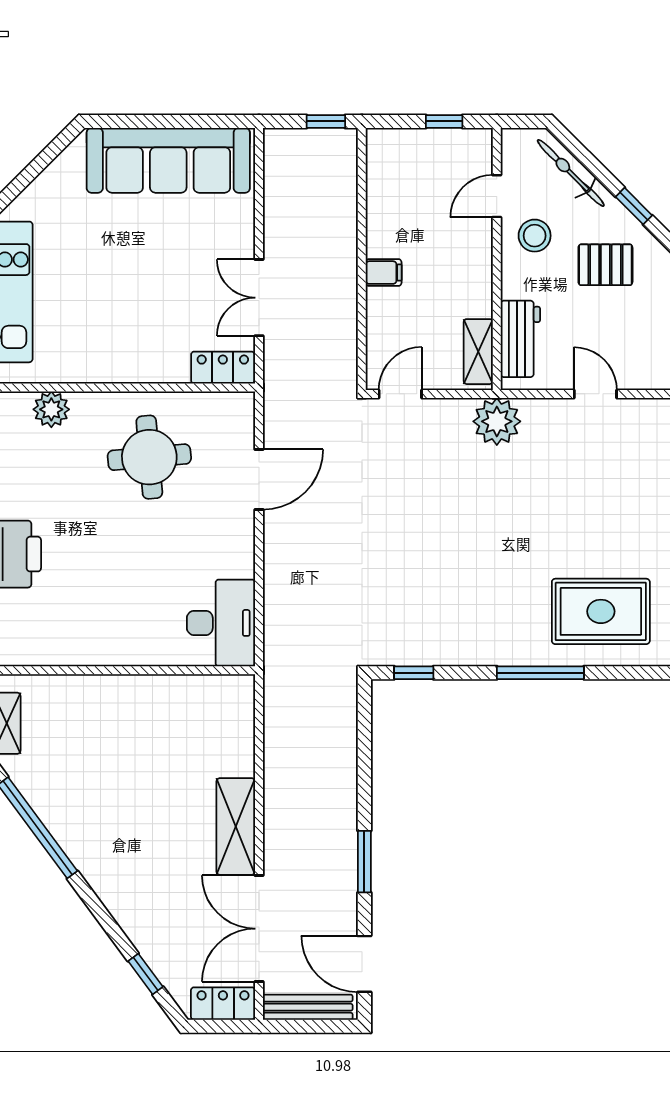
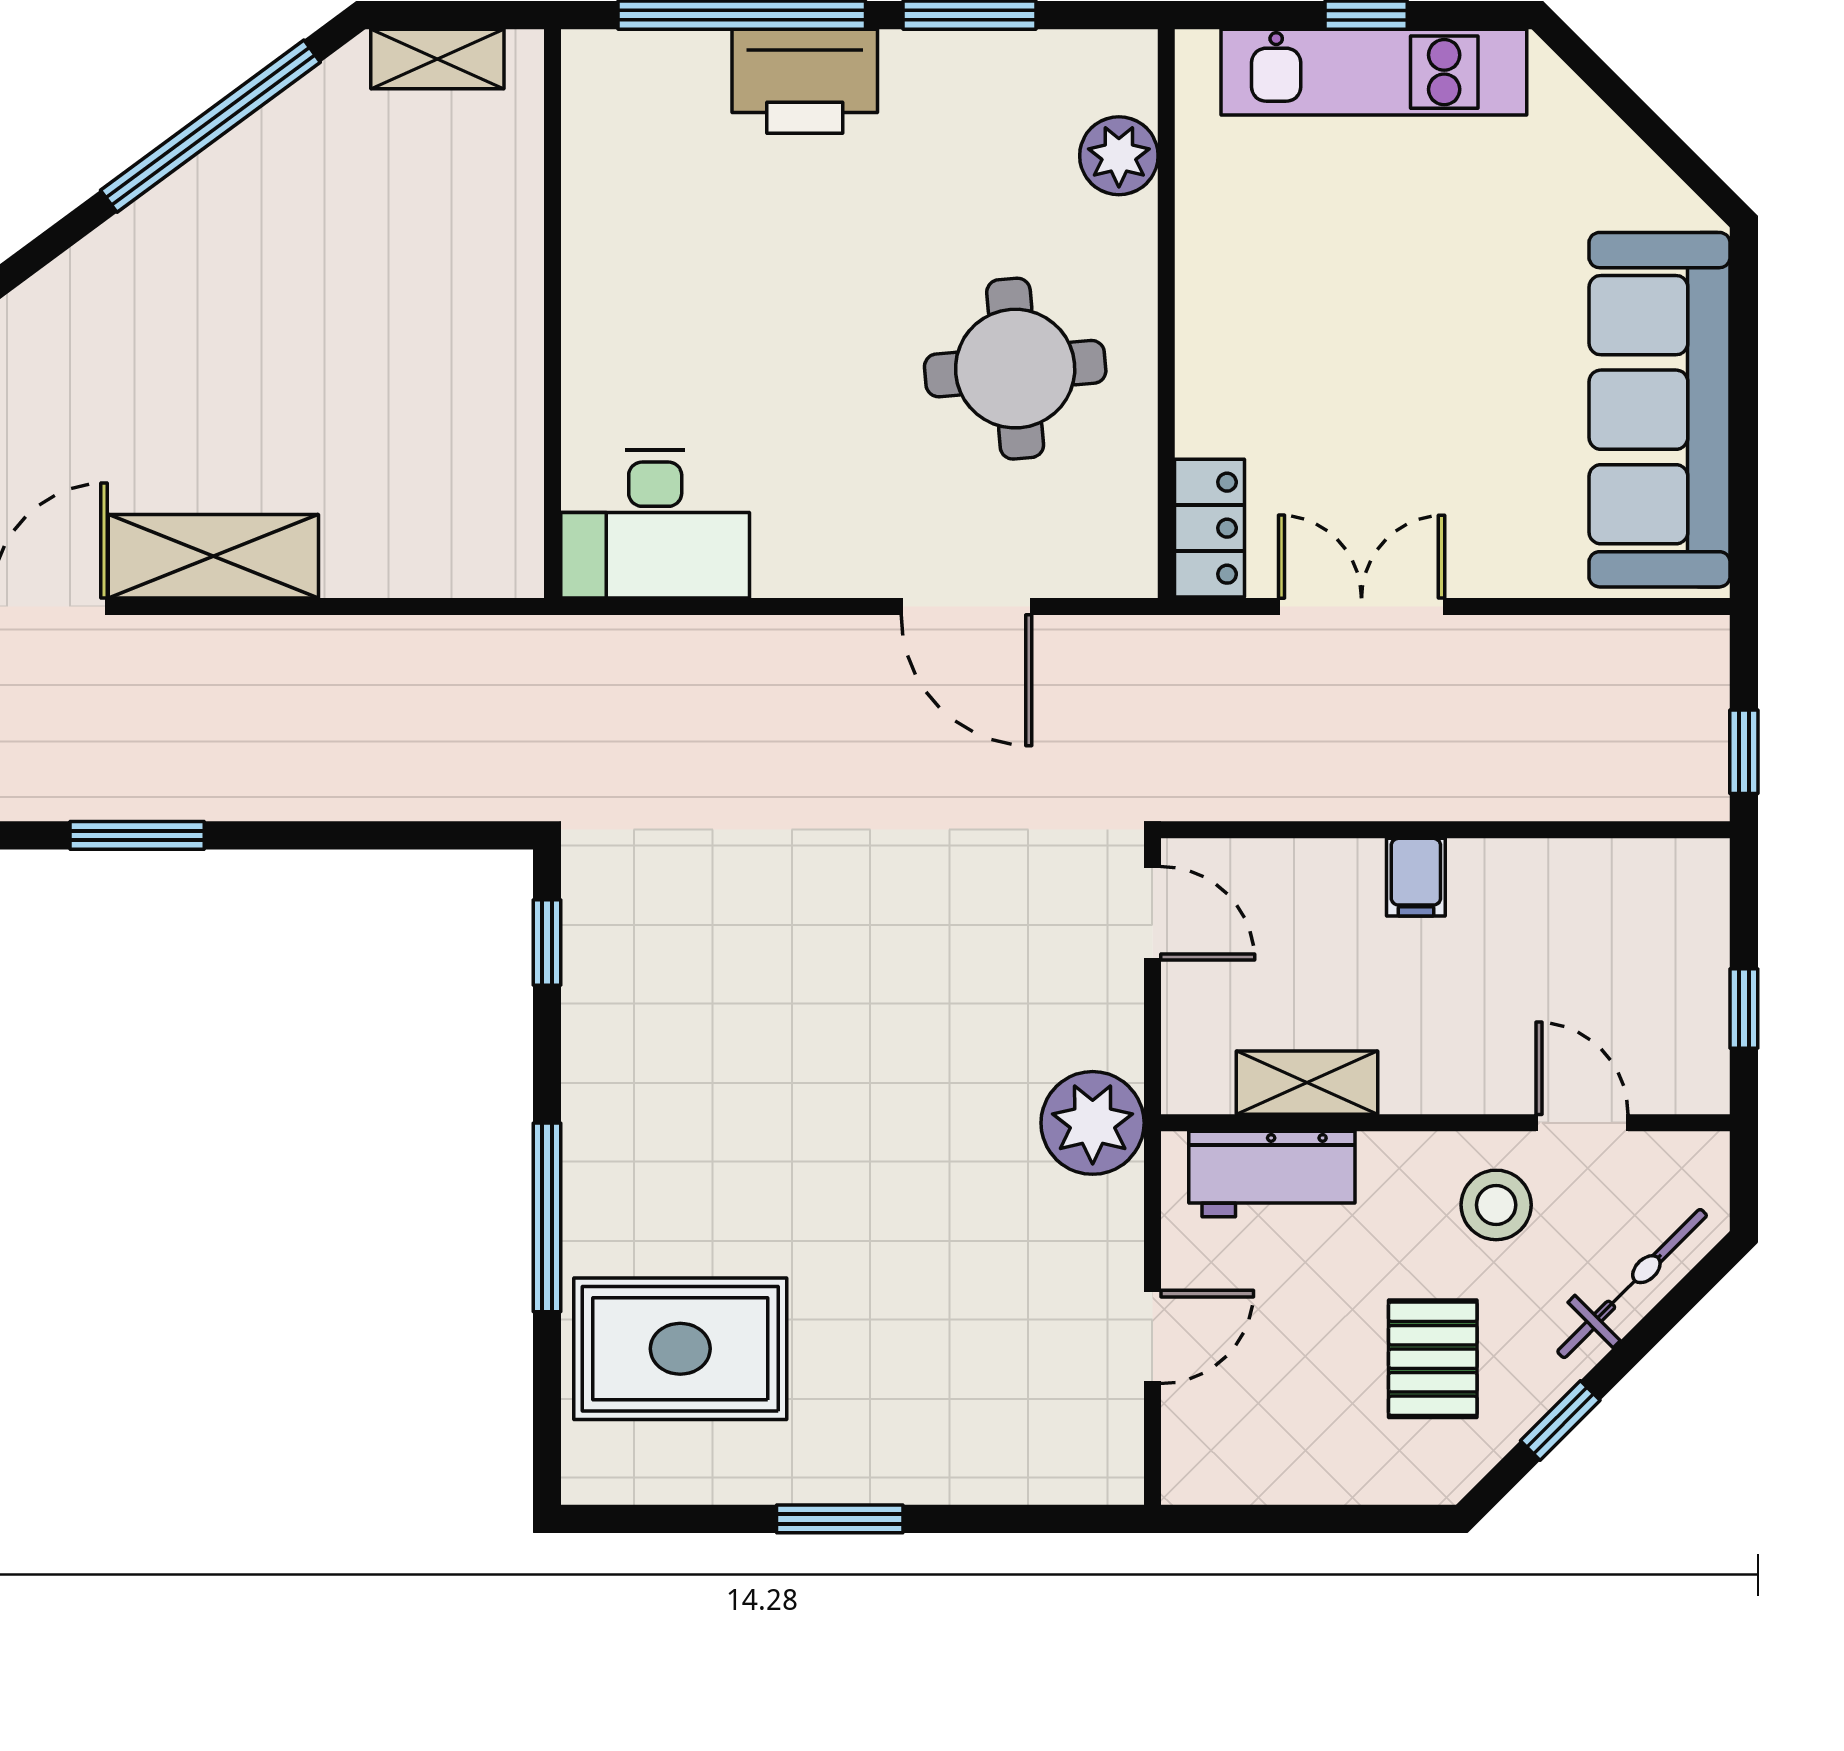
shelving: (478, 352) -> (1307, 1083), moved
rug: (601, 611) -> (680, 1349), turned 90

